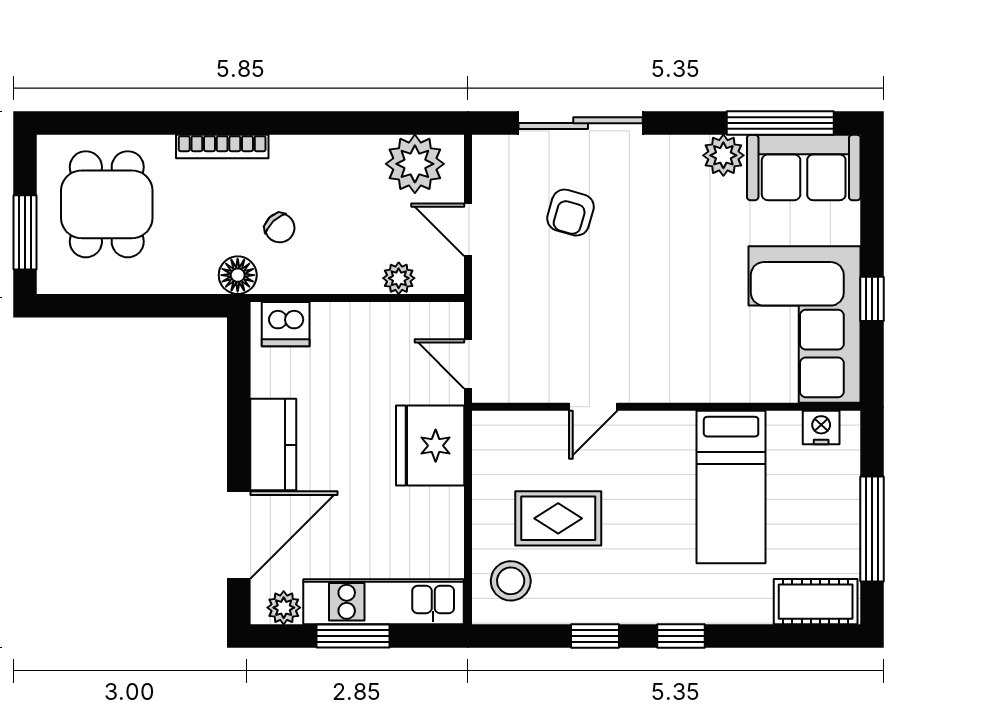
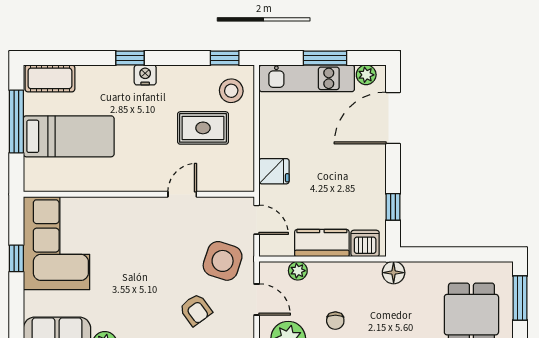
armchair: (570, 213) -> (196, 310), turned 128
chair: (280, 228) -> (335, 321), moved, turned -136
side table: (525, 295) -> (223, 261), added
window: (239, 386) -> (393, 207), added
nightstand: (821, 427) -> (145, 75), moved, turned 180
kitchen counter: (273, 445) -> (322, 243), moved, turned 90
fridge: (430, 446) -> (274, 171), width x0.53, depth x0.75
bed: (731, 487) -> (69, 136), moved, turned 90
window: (595, 636) -> (225, 58), moved

